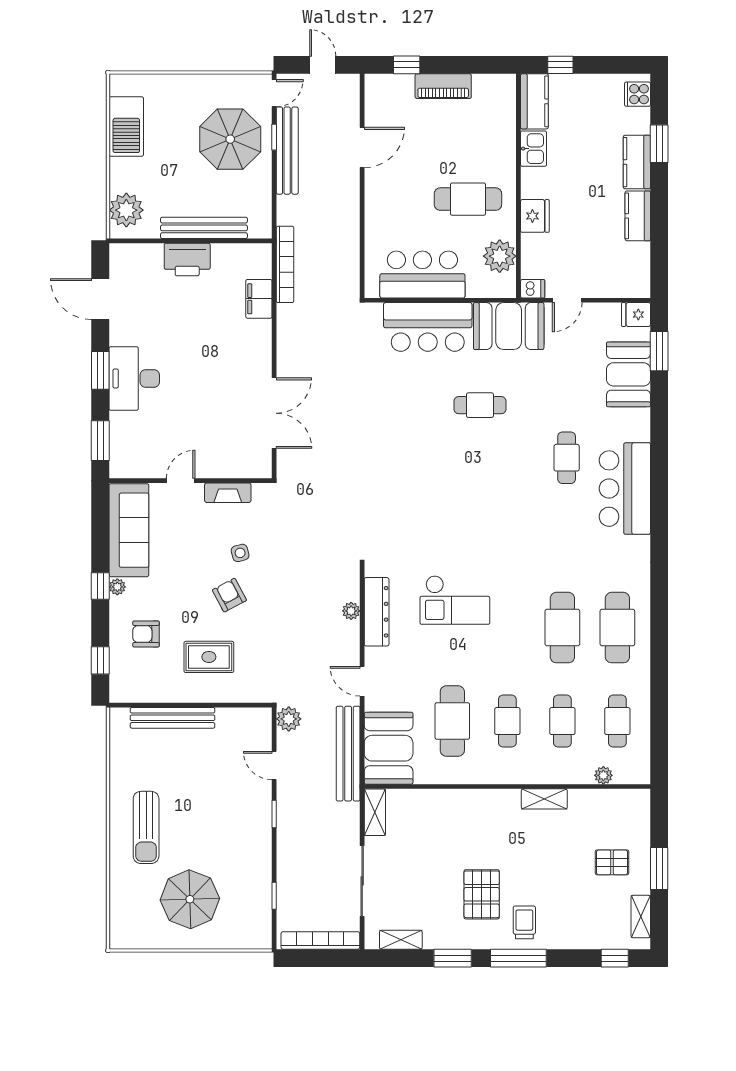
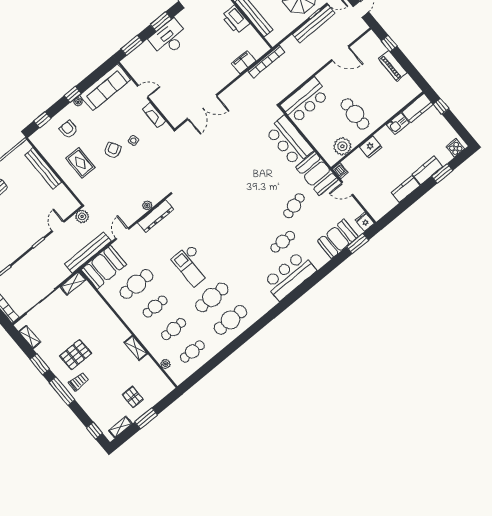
bar counter: (422, 274) -> (305, 100), moved, turned 90
cafe table: (480, 405) -> (294, 206), moved, turned 75
checkout: (455, 600) -> (192, 265), moved

